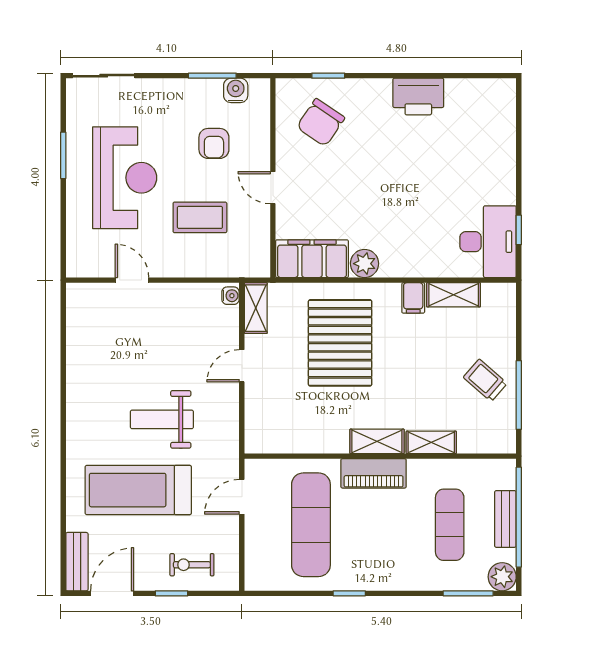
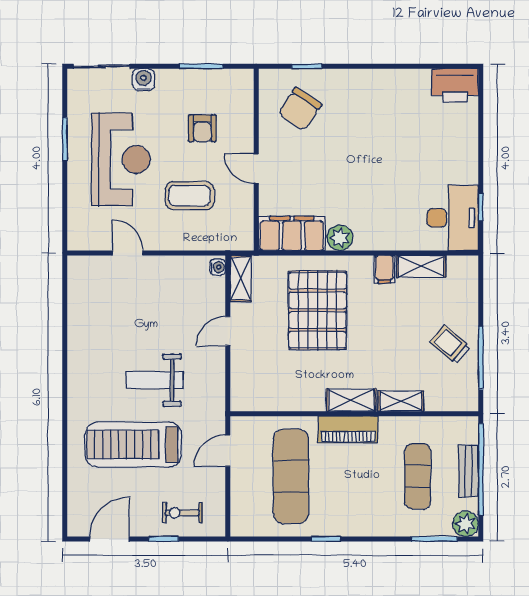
water cooler: (236, 90) -> (144, 80), moved
printer: (418, 97) -> (455, 85), moved
bench: (77, 562) -> (77, 510), removed

